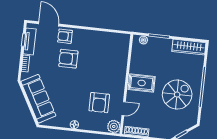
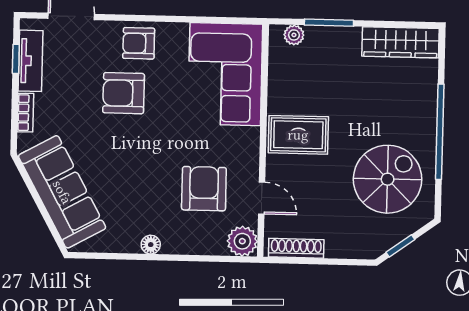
armchair: (65, 36) -> (139, 43), moved
corner sofa: (113, 54) -> (225, 74), added
spiral stairs: (177, 95) -> (388, 179), moved
armchair: (99, 103) -> (204, 189), turned 180
door: (124, 109) -> (262, 198), hinge flipped

